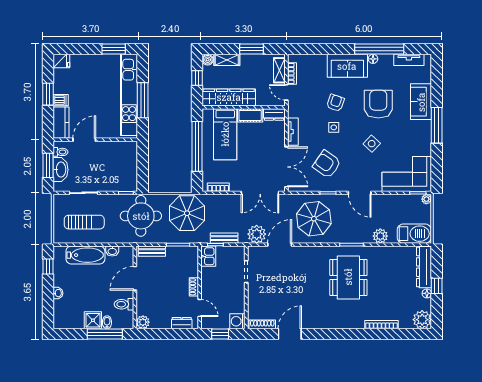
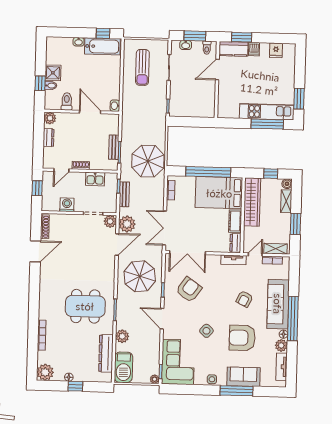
window: (379, 49) -> (293, 318), moved
fridge: (61, 61) -> (276, 50), moved
plant: (385, 61) -> (281, 345), added
sofa: (347, 66) -> (278, 304), width x1.36
window: (48, 94) -> (242, 37), moved
kitchen unit: (129, 95) -> (267, 112), width x0.73
window: (143, 100) -> (267, 124), moved
armchair: (335, 103) -> (244, 299), turned 97
armchair: (378, 104) -> (242, 338), turned 180
window: (437, 125) -> (236, 391), moved
side table: (334, 127) -> (212, 379), moved
tv unit: (293, 132) -> (234, 260), moved
bed: (225, 134) -> (219, 193), width x1.50
door: (84, 140) -> (217, 70), swing flipped
washbasin: (61, 170) -> (186, 45), width x0.52, depth x0.69
door: (360, 193) -> (162, 319), hinge flipped
round table: (141, 216) -> (147, 119), removed
door: (280, 245) -> (117, 244), hinge flipped
washbasin: (112, 251) -> (115, 106), moved
bench: (152, 251) -> (114, 147), moved
plant: (254, 253) -> (110, 221), added
bathtub: (85, 255) -> (102, 46), moved, turned -90
kitchen sink: (208, 256) -> (95, 179), moved
dresser: (424, 267) -> (106, 353), moved, turned -90
washing machine: (237, 321) -> (67, 205), moved
dresser: (182, 323) -> (48, 138), moved
window: (105, 334) -> (40, 83), width x0.46
door: (290, 334) -> (35, 251), hinge flipped

